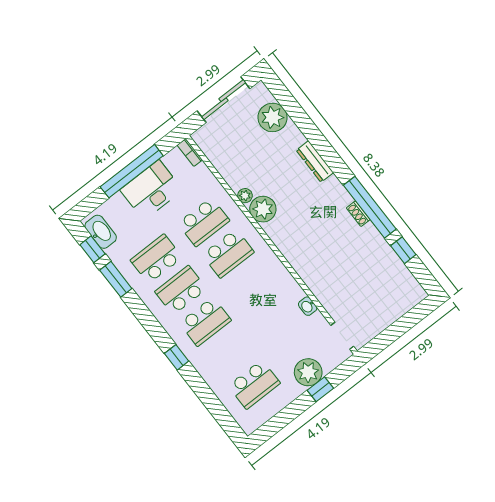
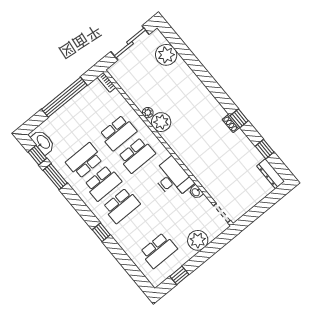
dresser: (315, 161) -> (271, 174), moved
desk: (151, 190) -> (172, 178), moved, turned 90
window: (370, 207) -> (239, 118), width x0.32
school desk: (181, 290) -> (103, 183), turned 180
window: (320, 389) -> (179, 275), moved

